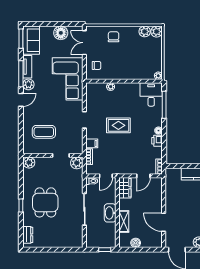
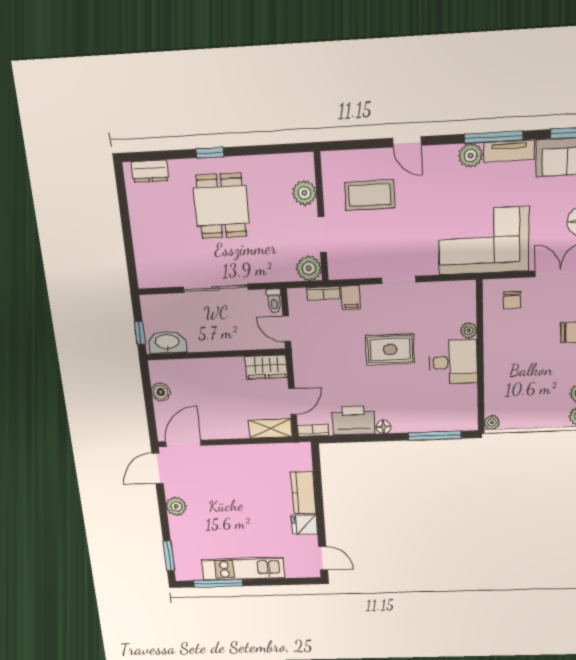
desk: (151, 94) -> (453, 362), moved
door: (21, 100) -> (407, 142), moved
rug: (118, 125) -> (390, 349), turned 90
coffee table: (44, 132) -> (370, 195), turned 90
printer: (157, 141) -> (353, 420), width x1.87, depth x1.48
plant: (29, 163) -> (304, 193), moved
door: (143, 176) -> (293, 402), swing flipped
dining table: (45, 202) -> (221, 206), turned 90
washbasin: (110, 213) -> (167, 342), moved
shelving: (124, 221) -> (270, 428), moved
door: (164, 222) -> (183, 443), moved

